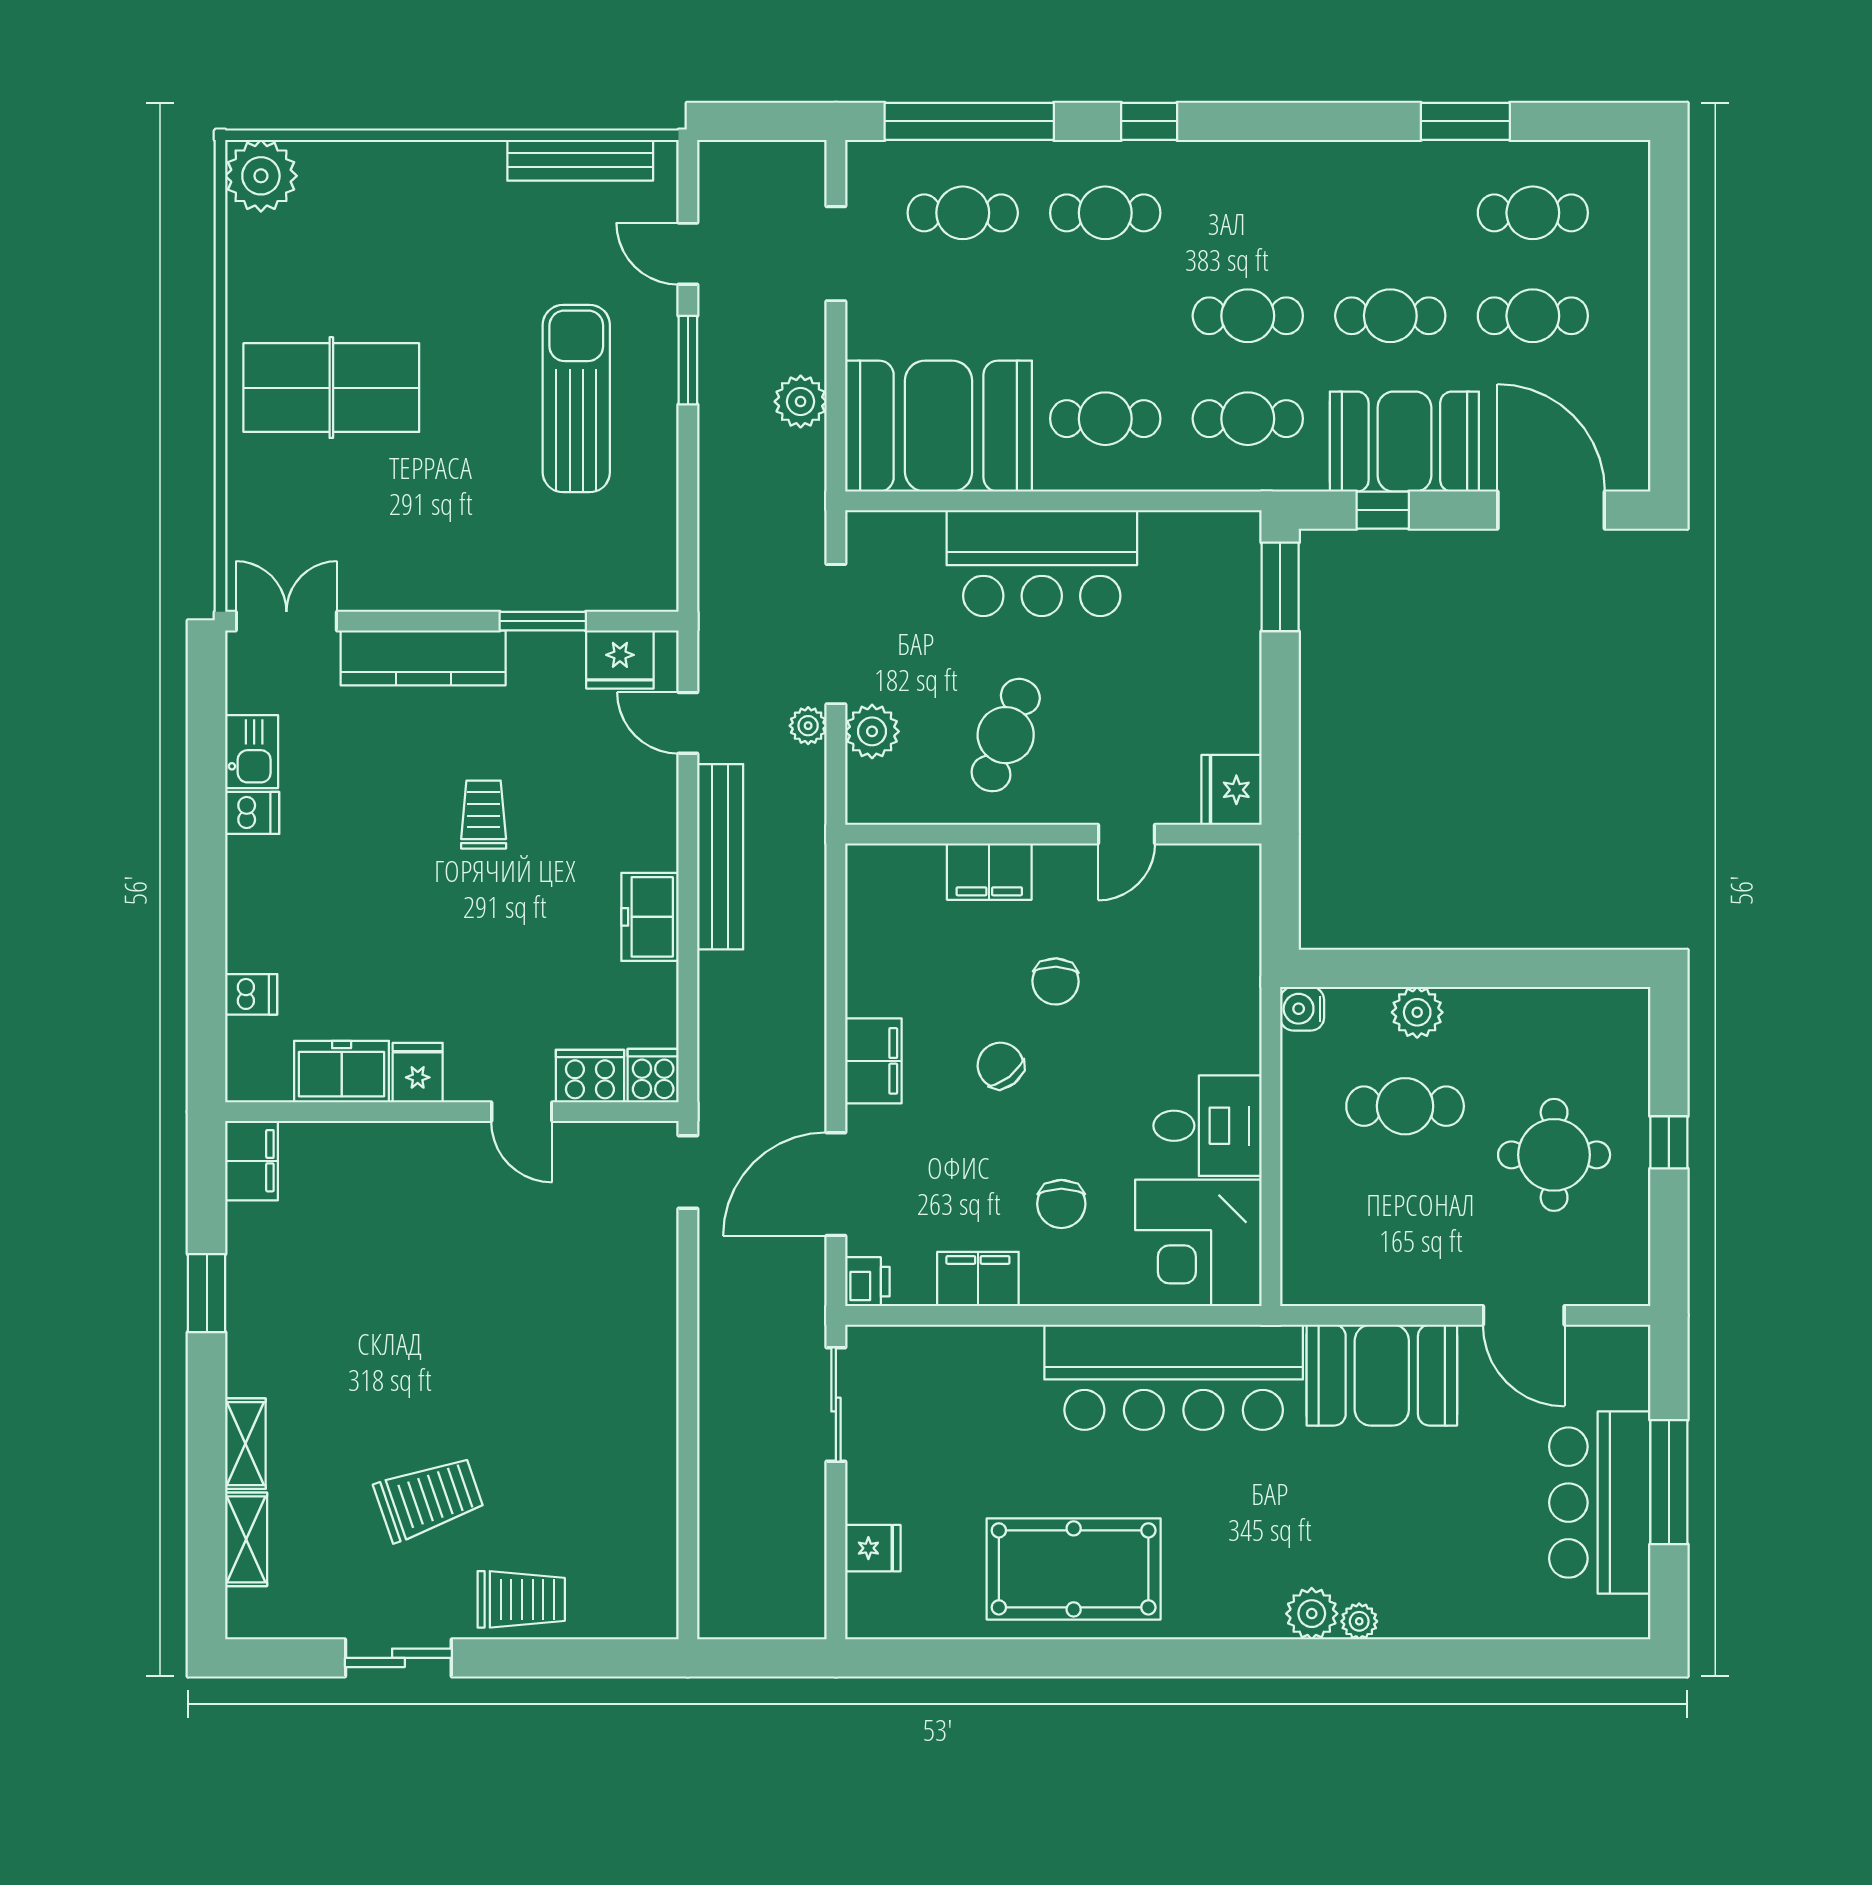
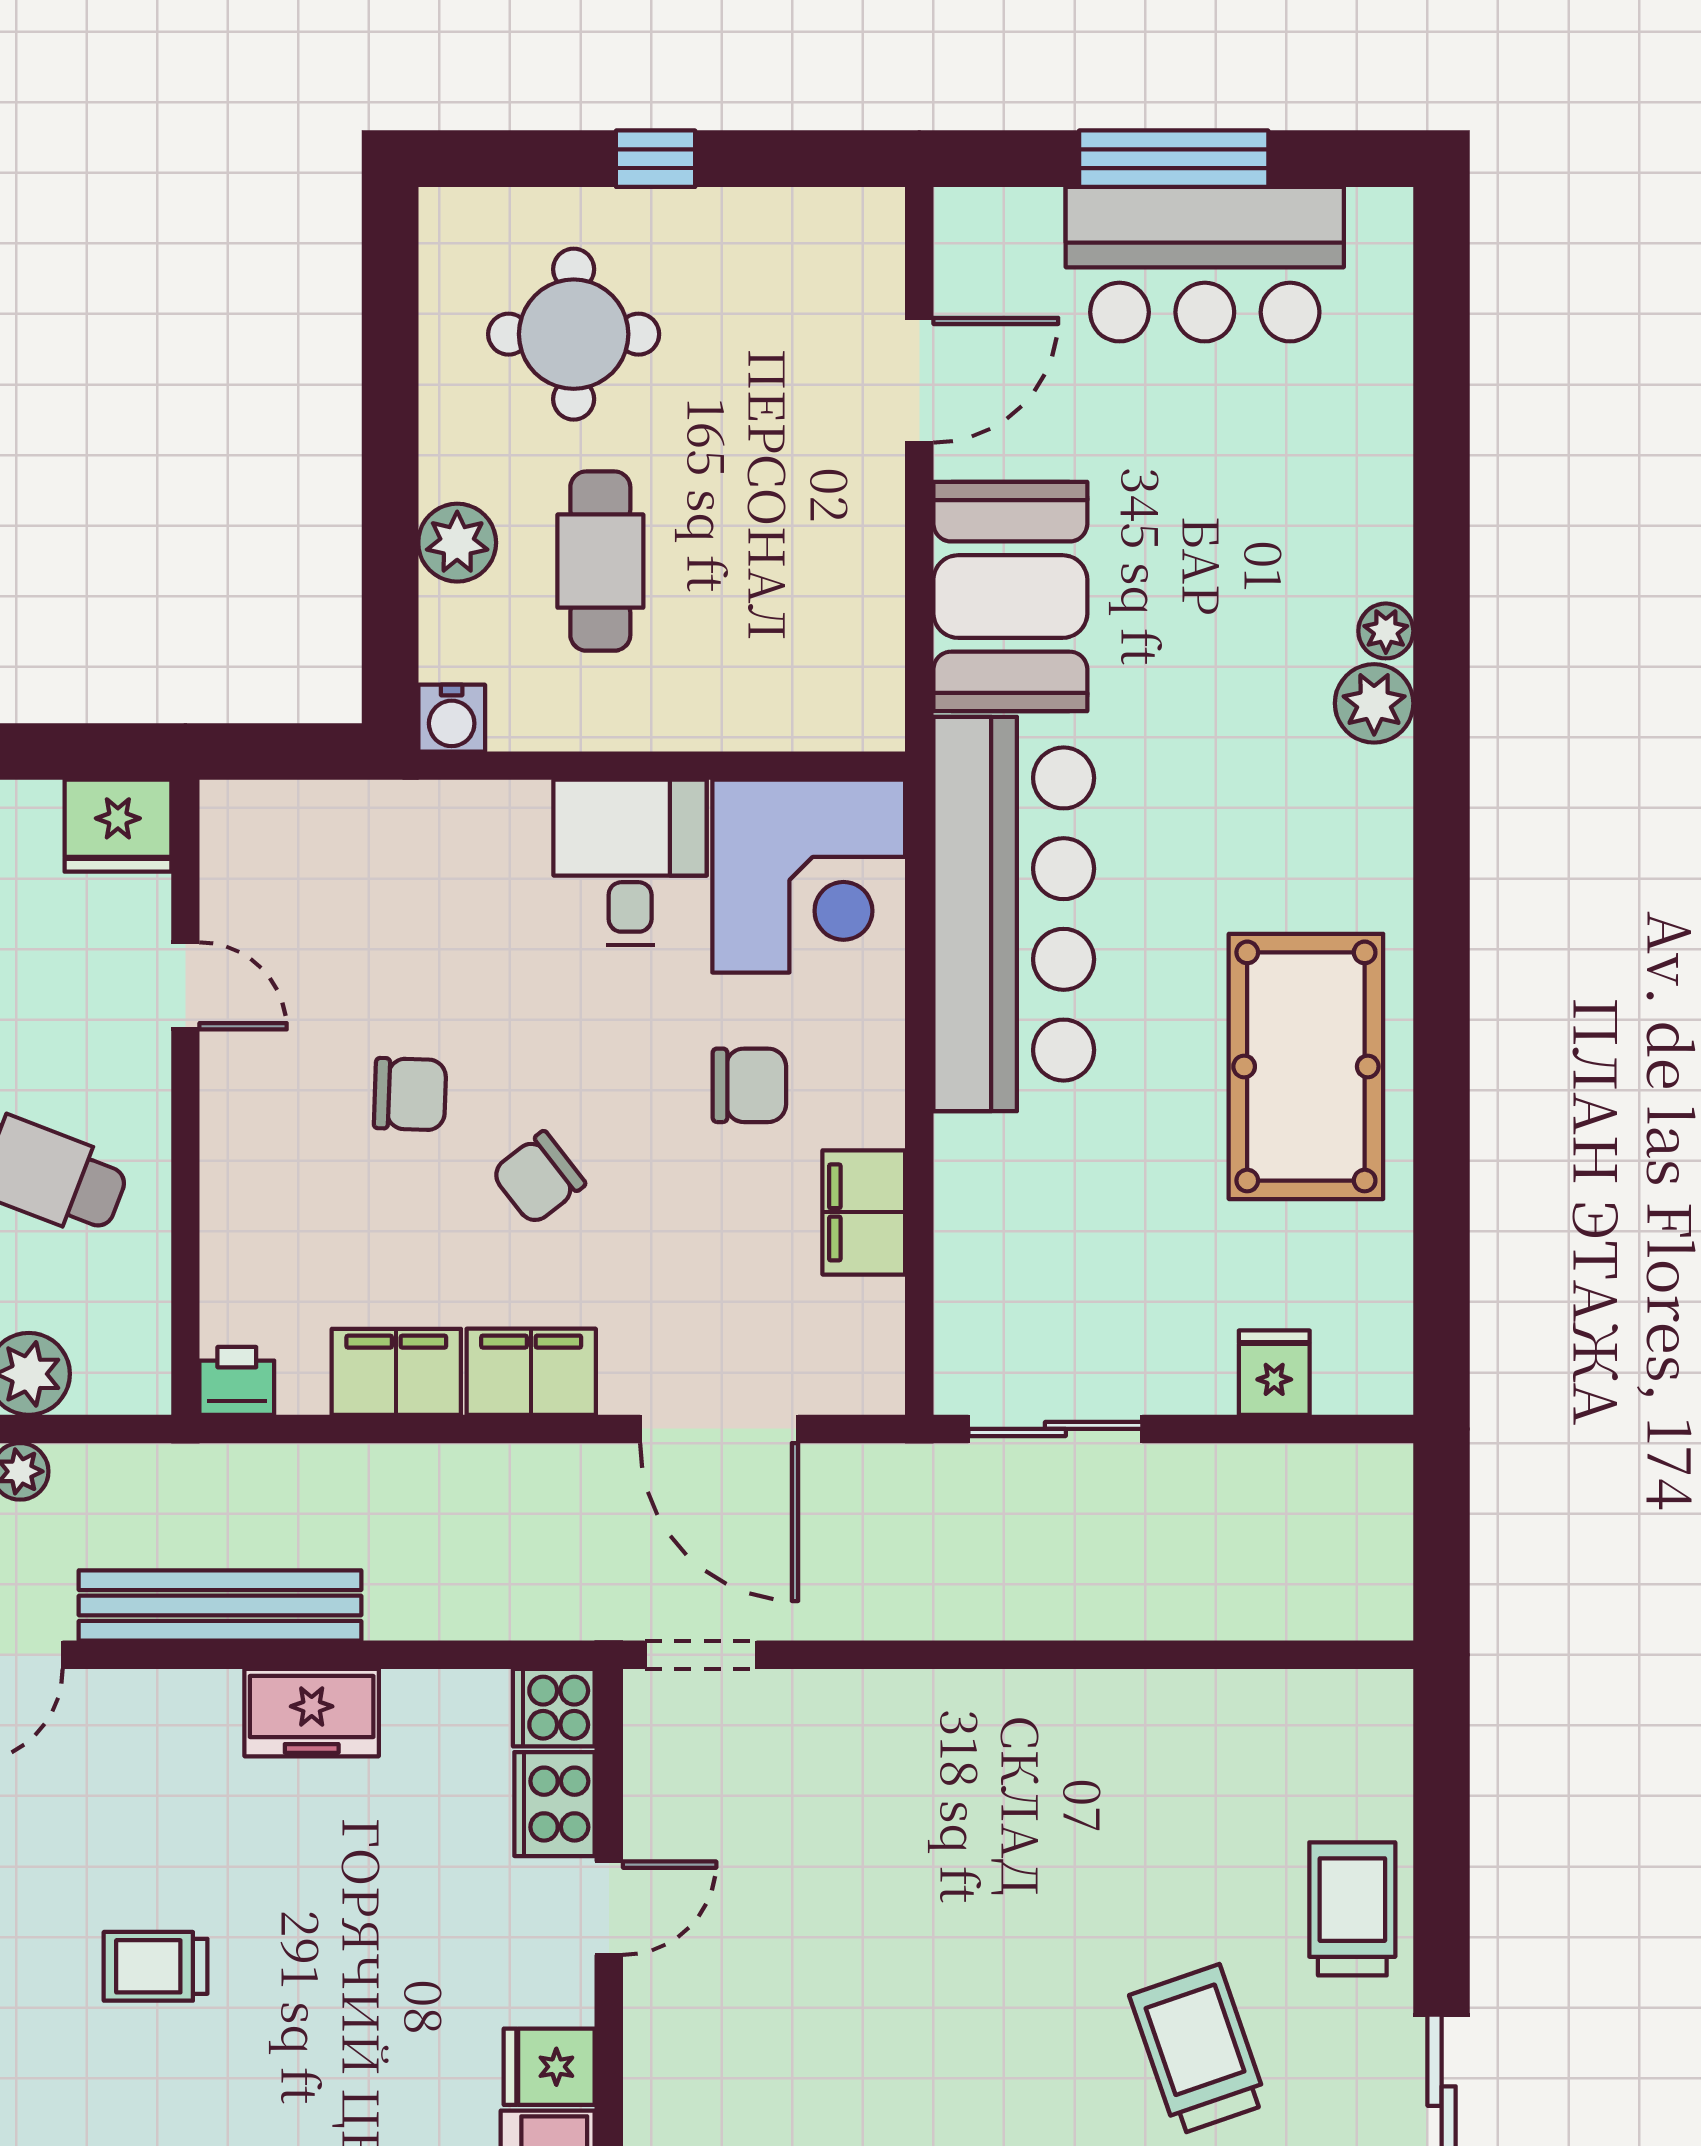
filing cabinet: (989, 872) -> (396, 1372), moved, turned -90
round table: (1554, 1155) -> (574, 334), moved
printer: (867, 1282) -> (237, 1381), moved

